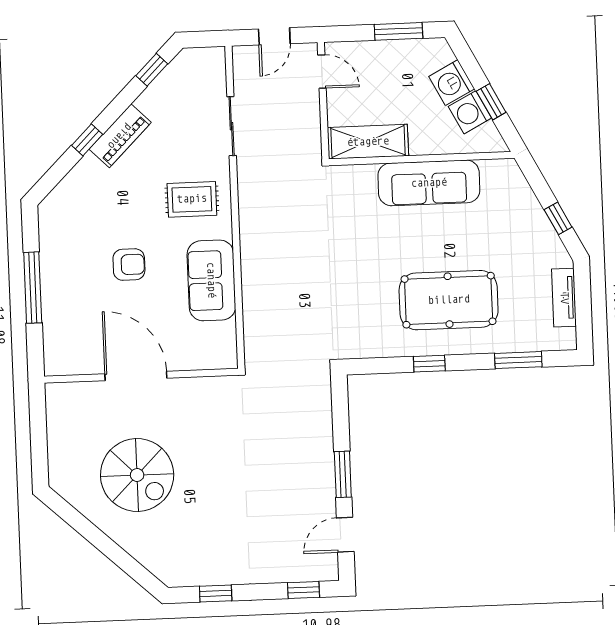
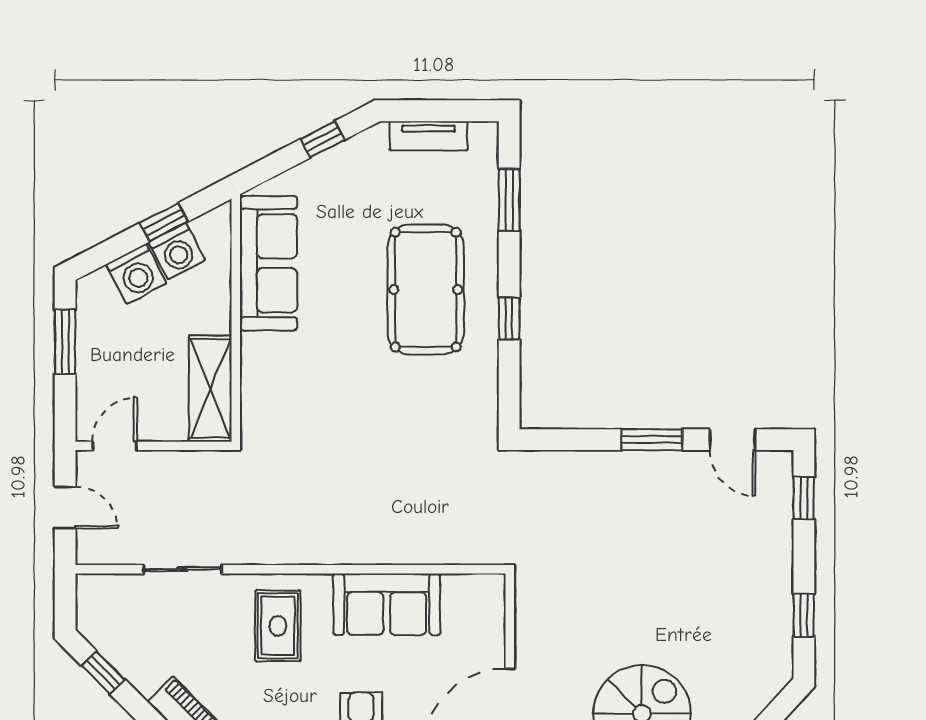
sofa: (429, 183) -> (268, 263), moved

